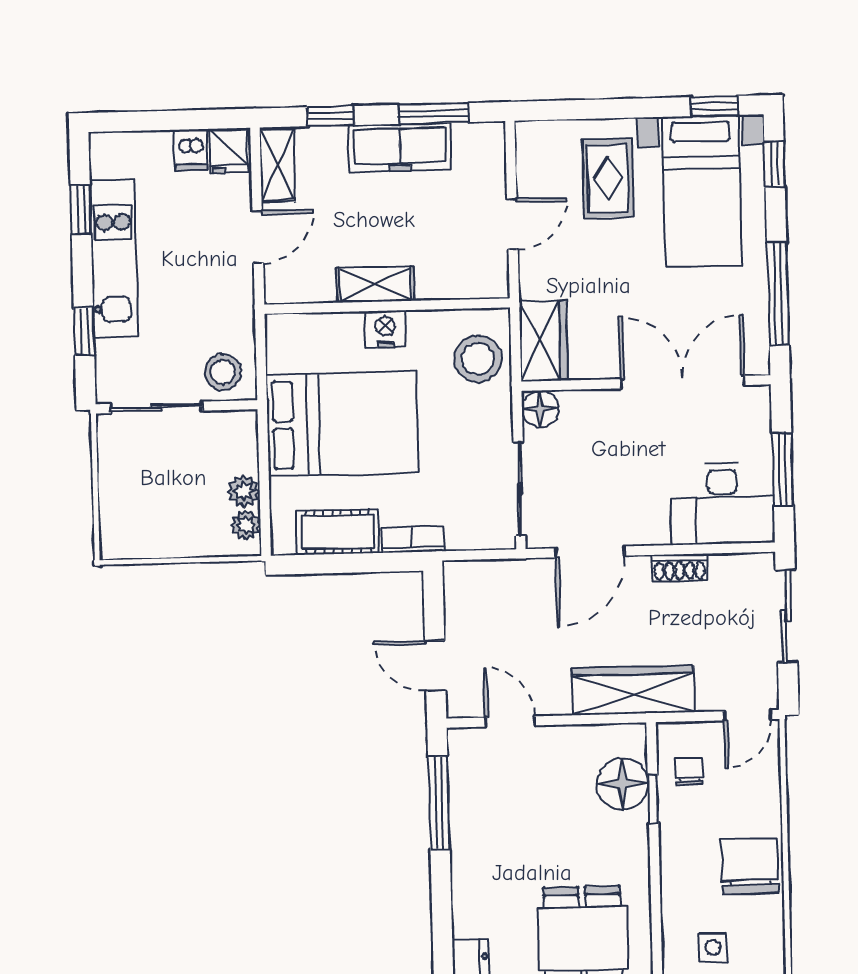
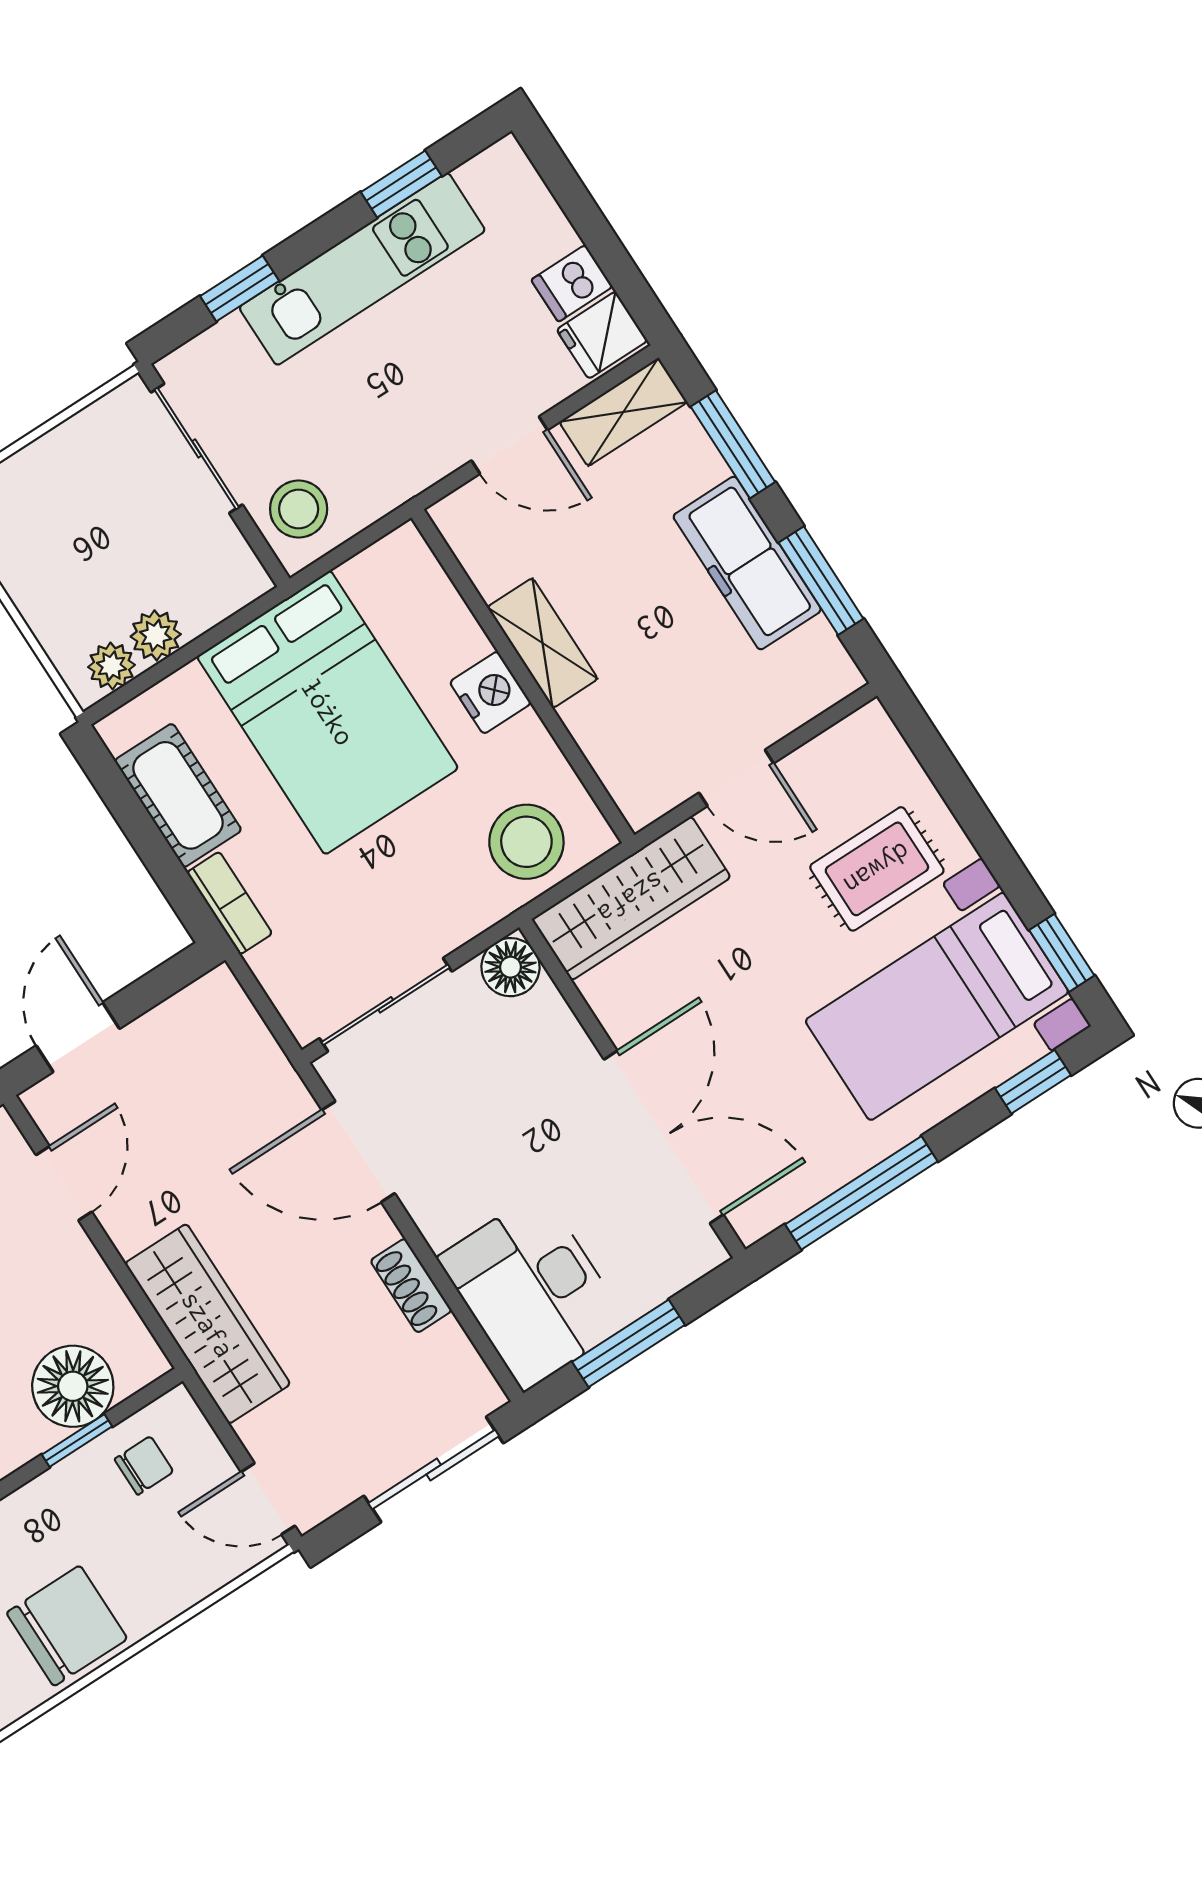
window: (331, 116) -> (733, 444), width x1.50
wardrobe: (543, 341) -> (631, 898), width x1.50

